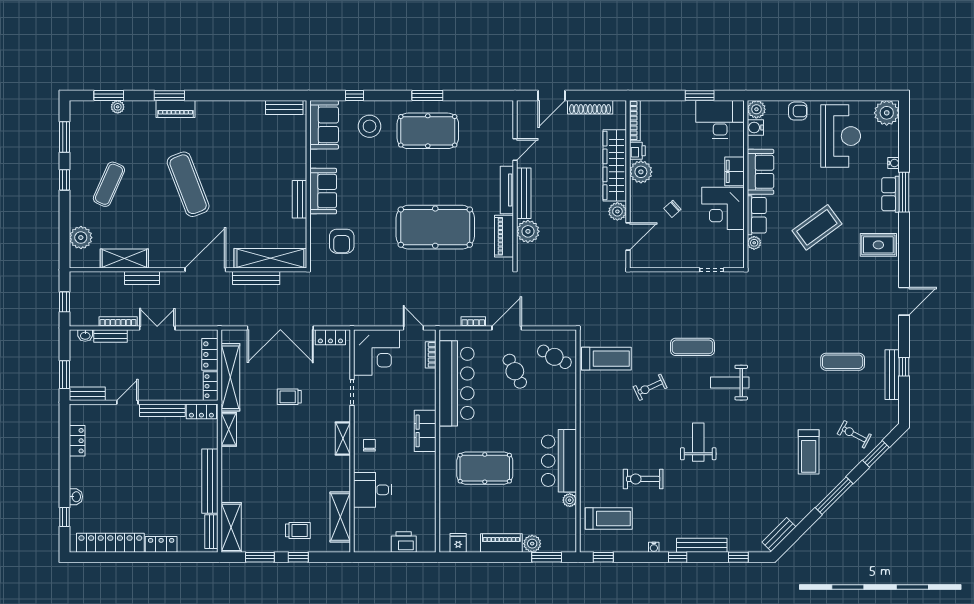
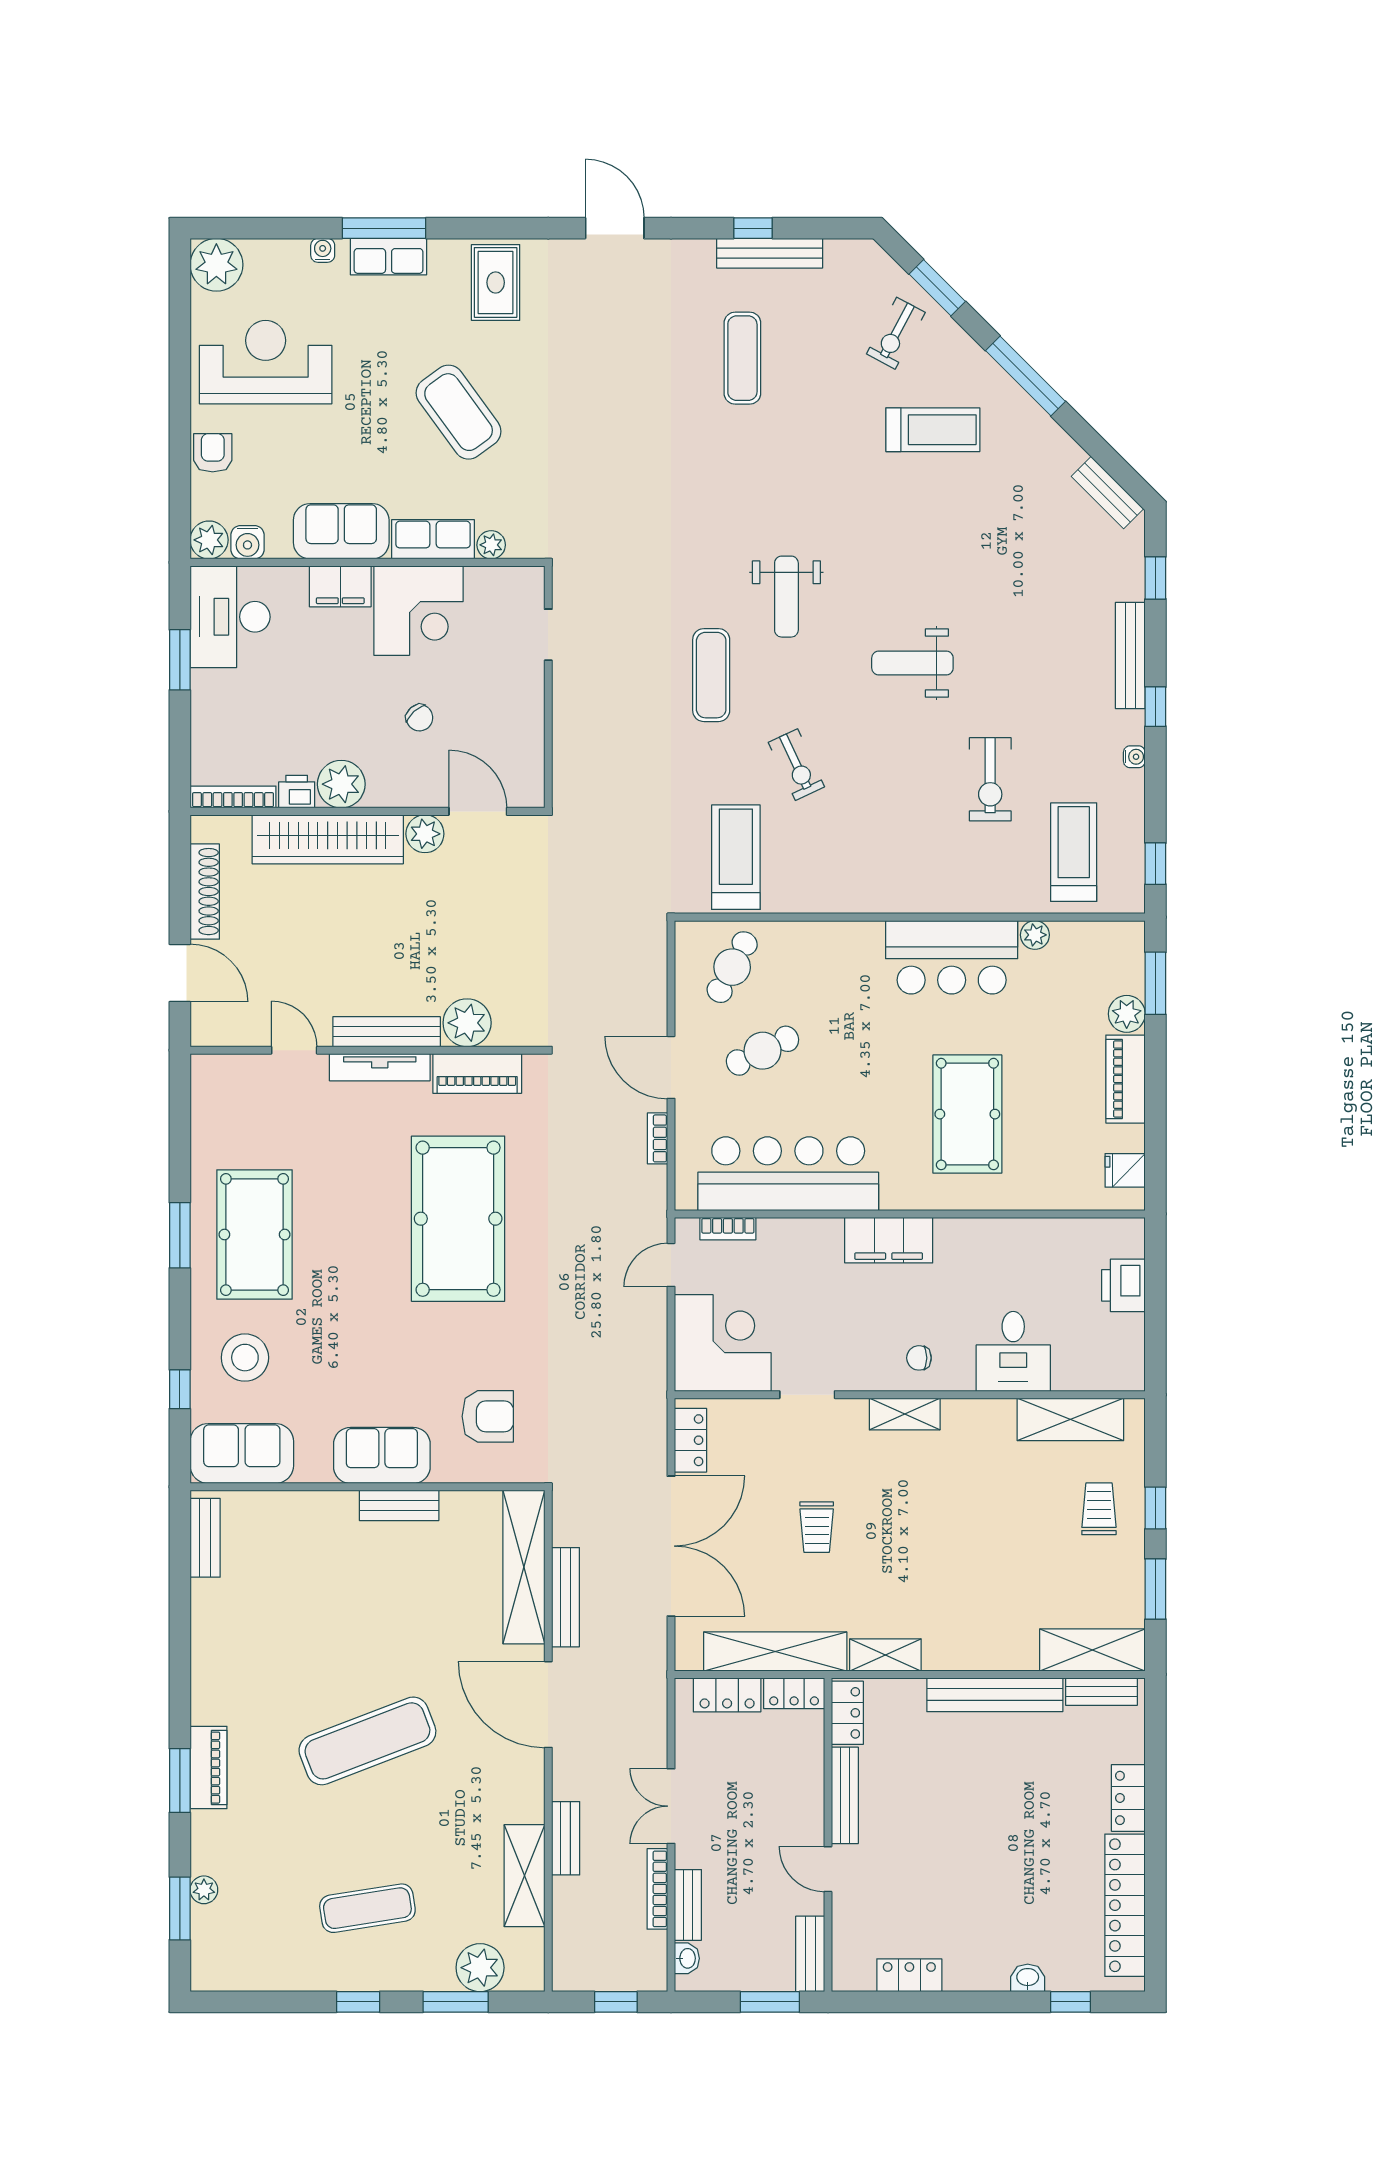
window: (65, 137) -> (456, 2002), moved
exercise mat: (109, 184) -> (367, 1908), turned -33

